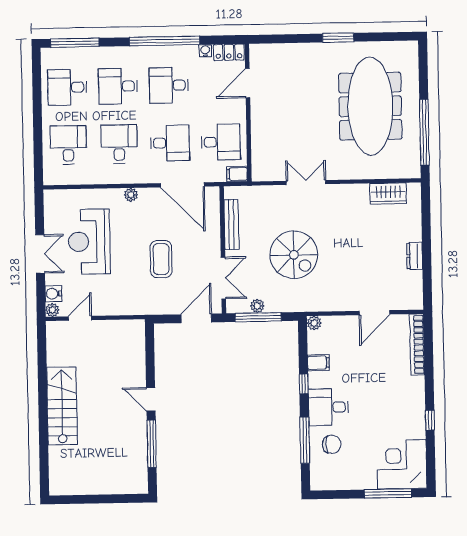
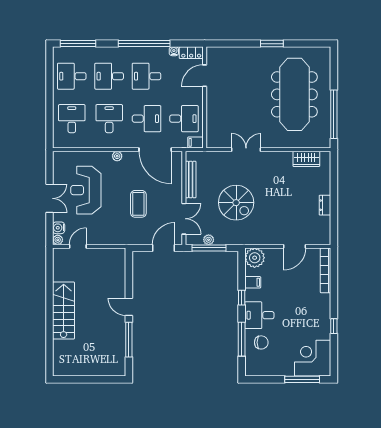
plant: (314, 323) -> (255, 258), width x1.87, depth x1.87

